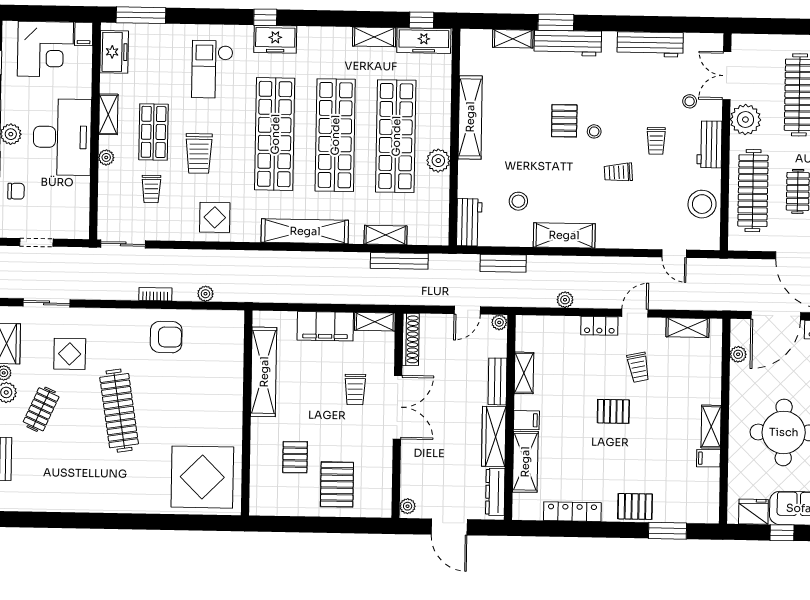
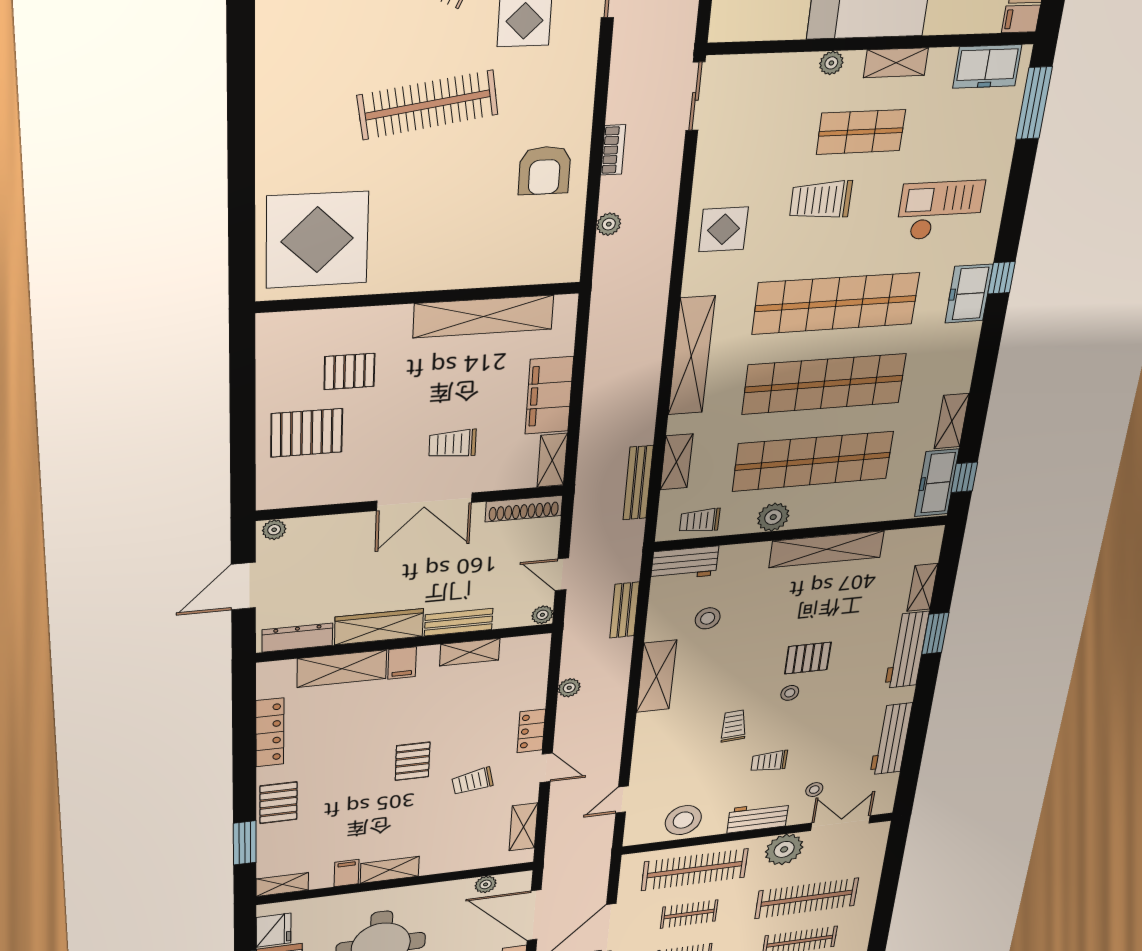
trolley: (151, 189) -> (700, 521), moved
shelving: (711, 505) -> (282, 884), added

